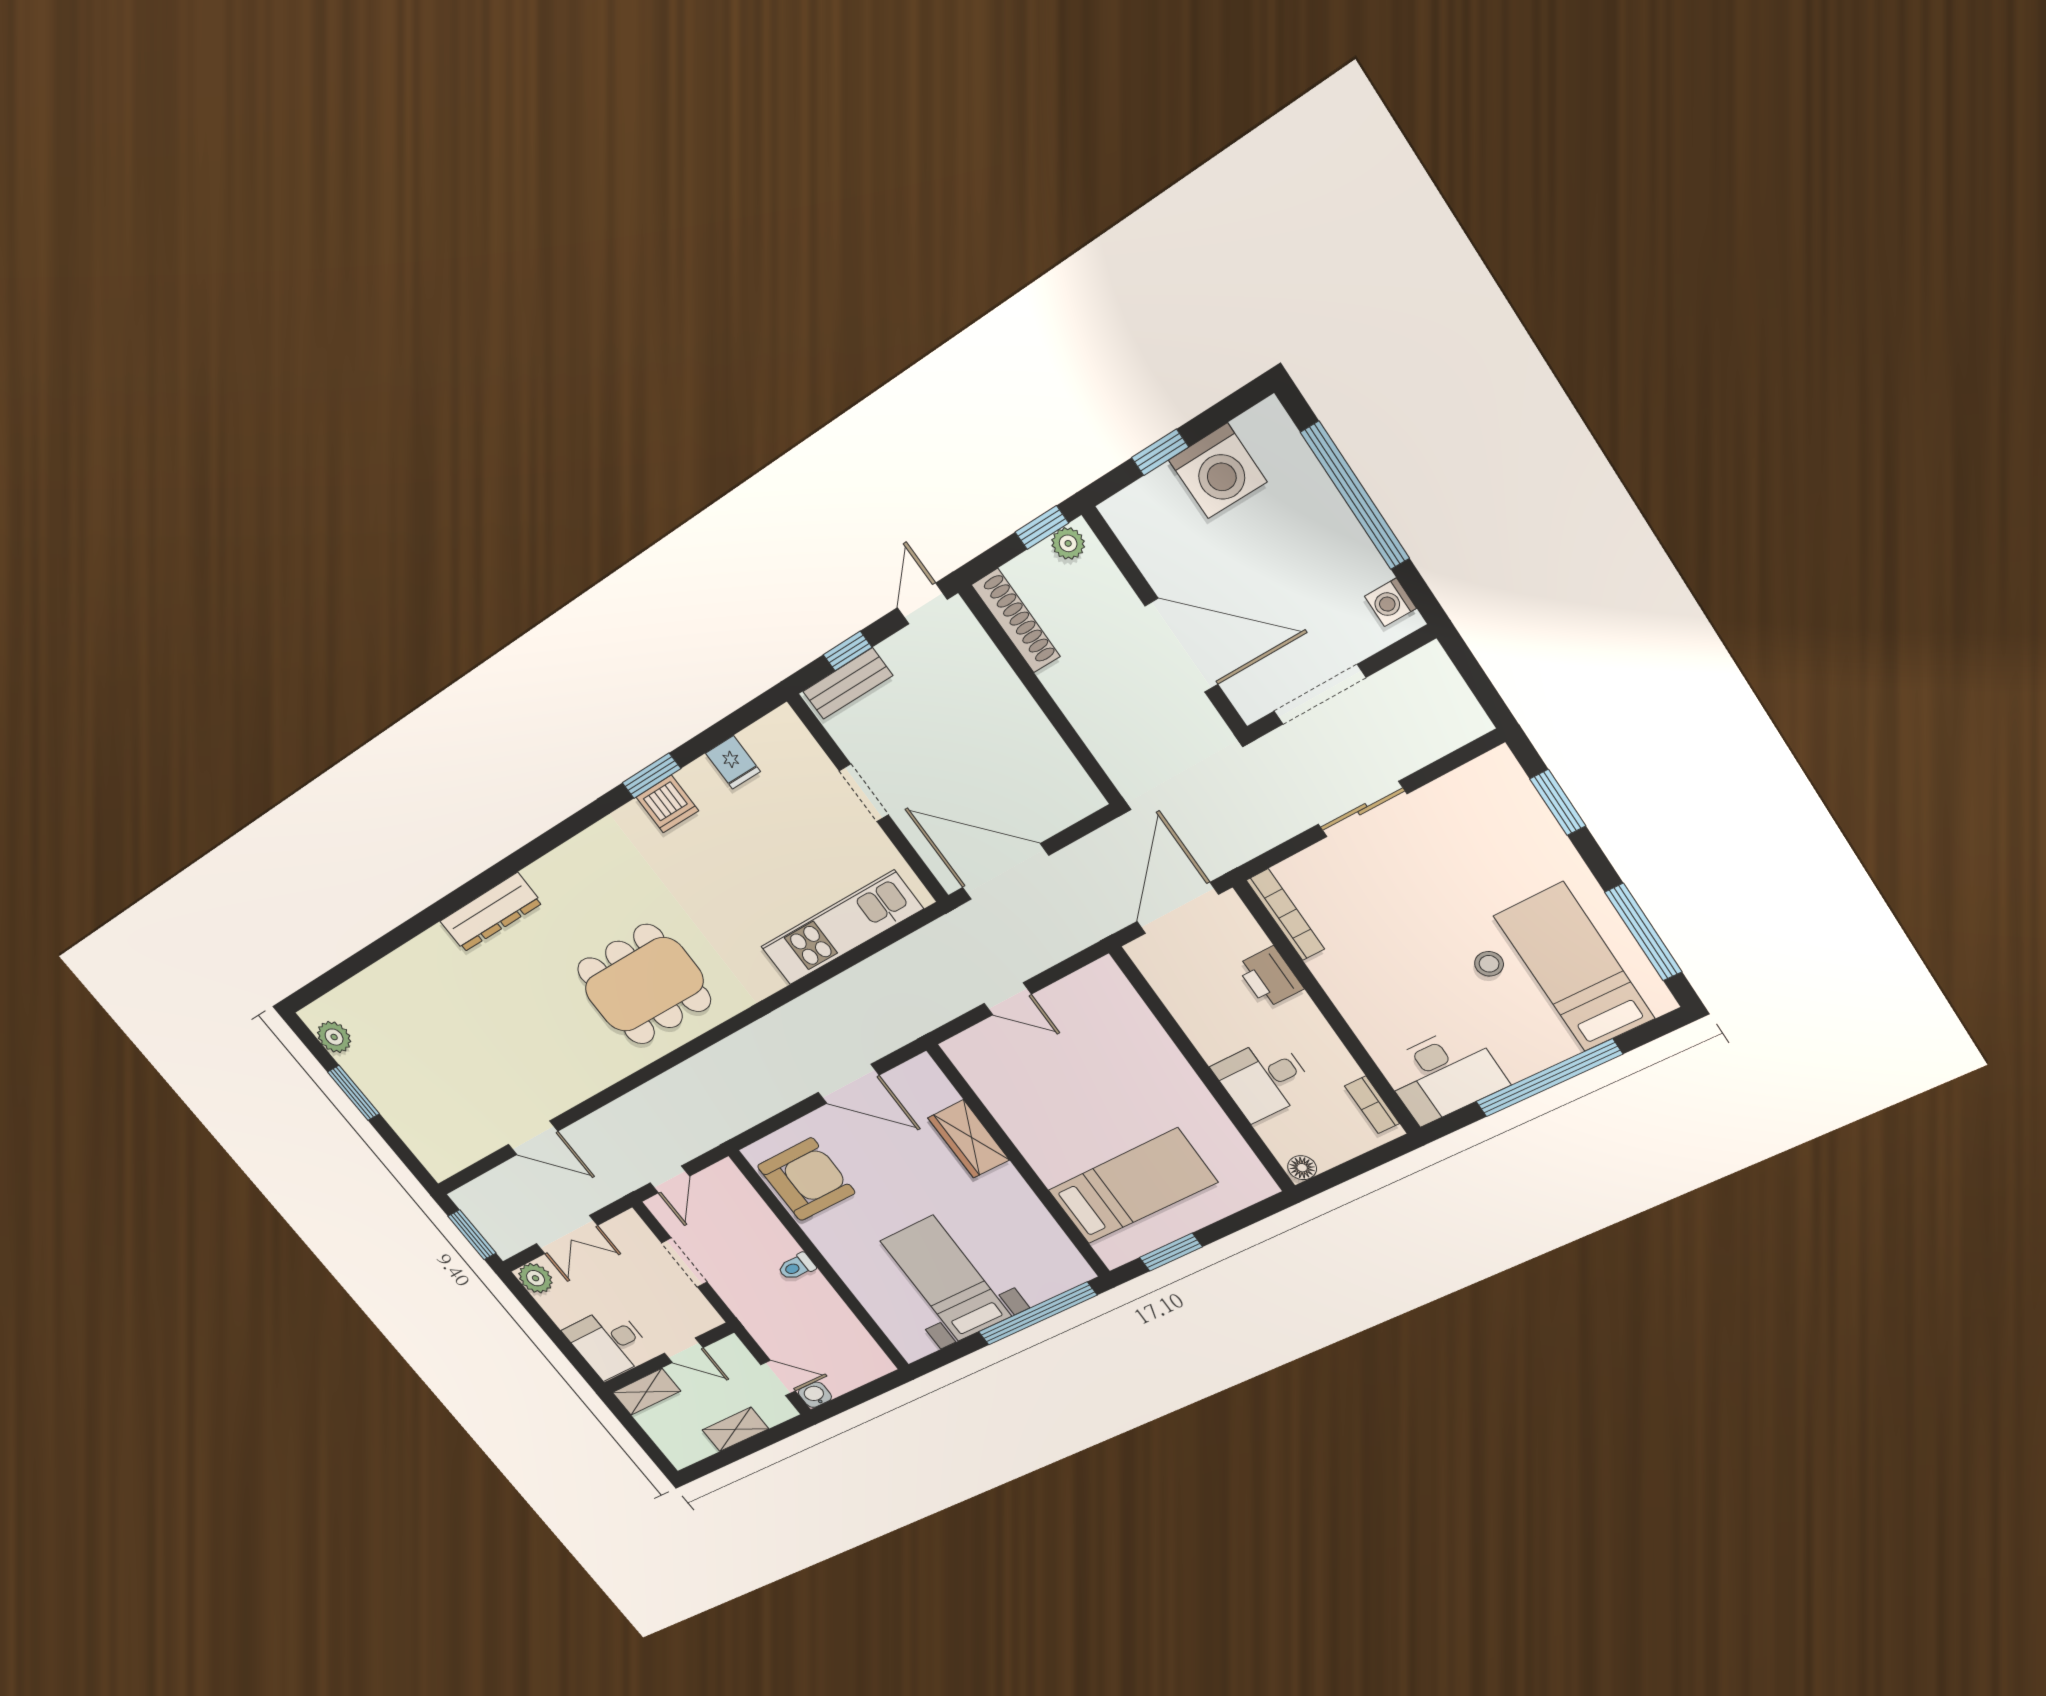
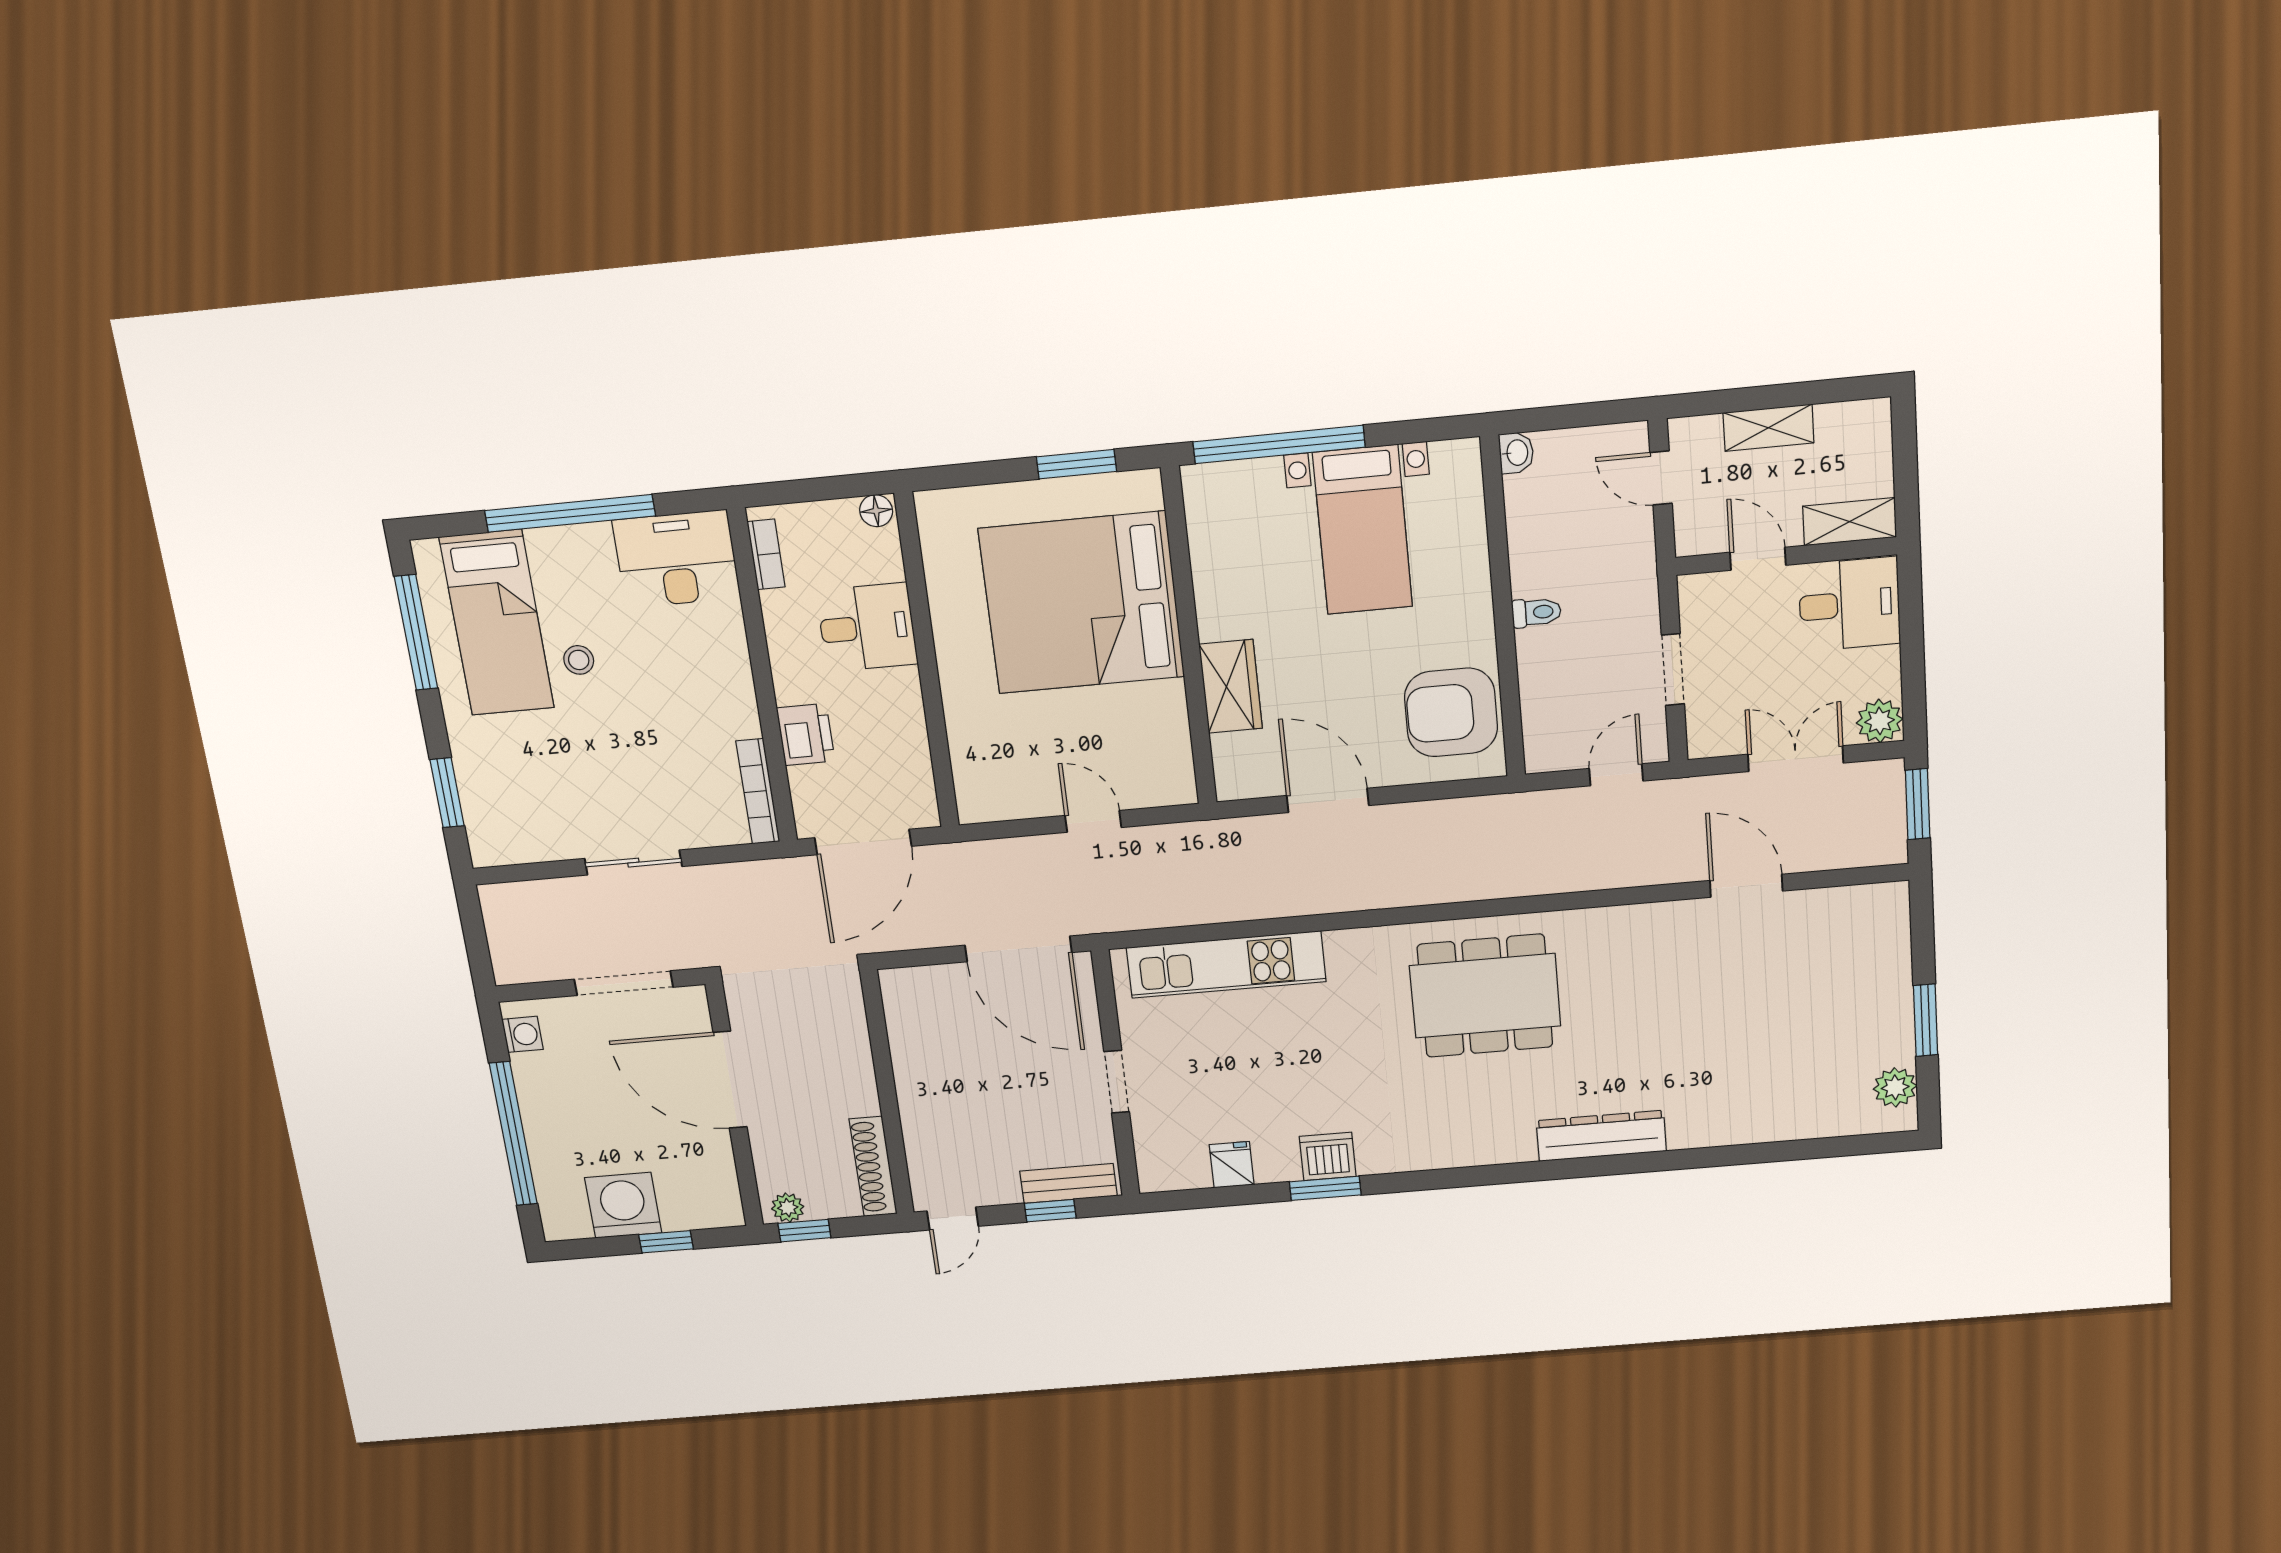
bed: (1132, 1186) -> (1082, 603), width x2.04
washbasin: (815, 1395) -> (1516, 453), moved, turned -90

